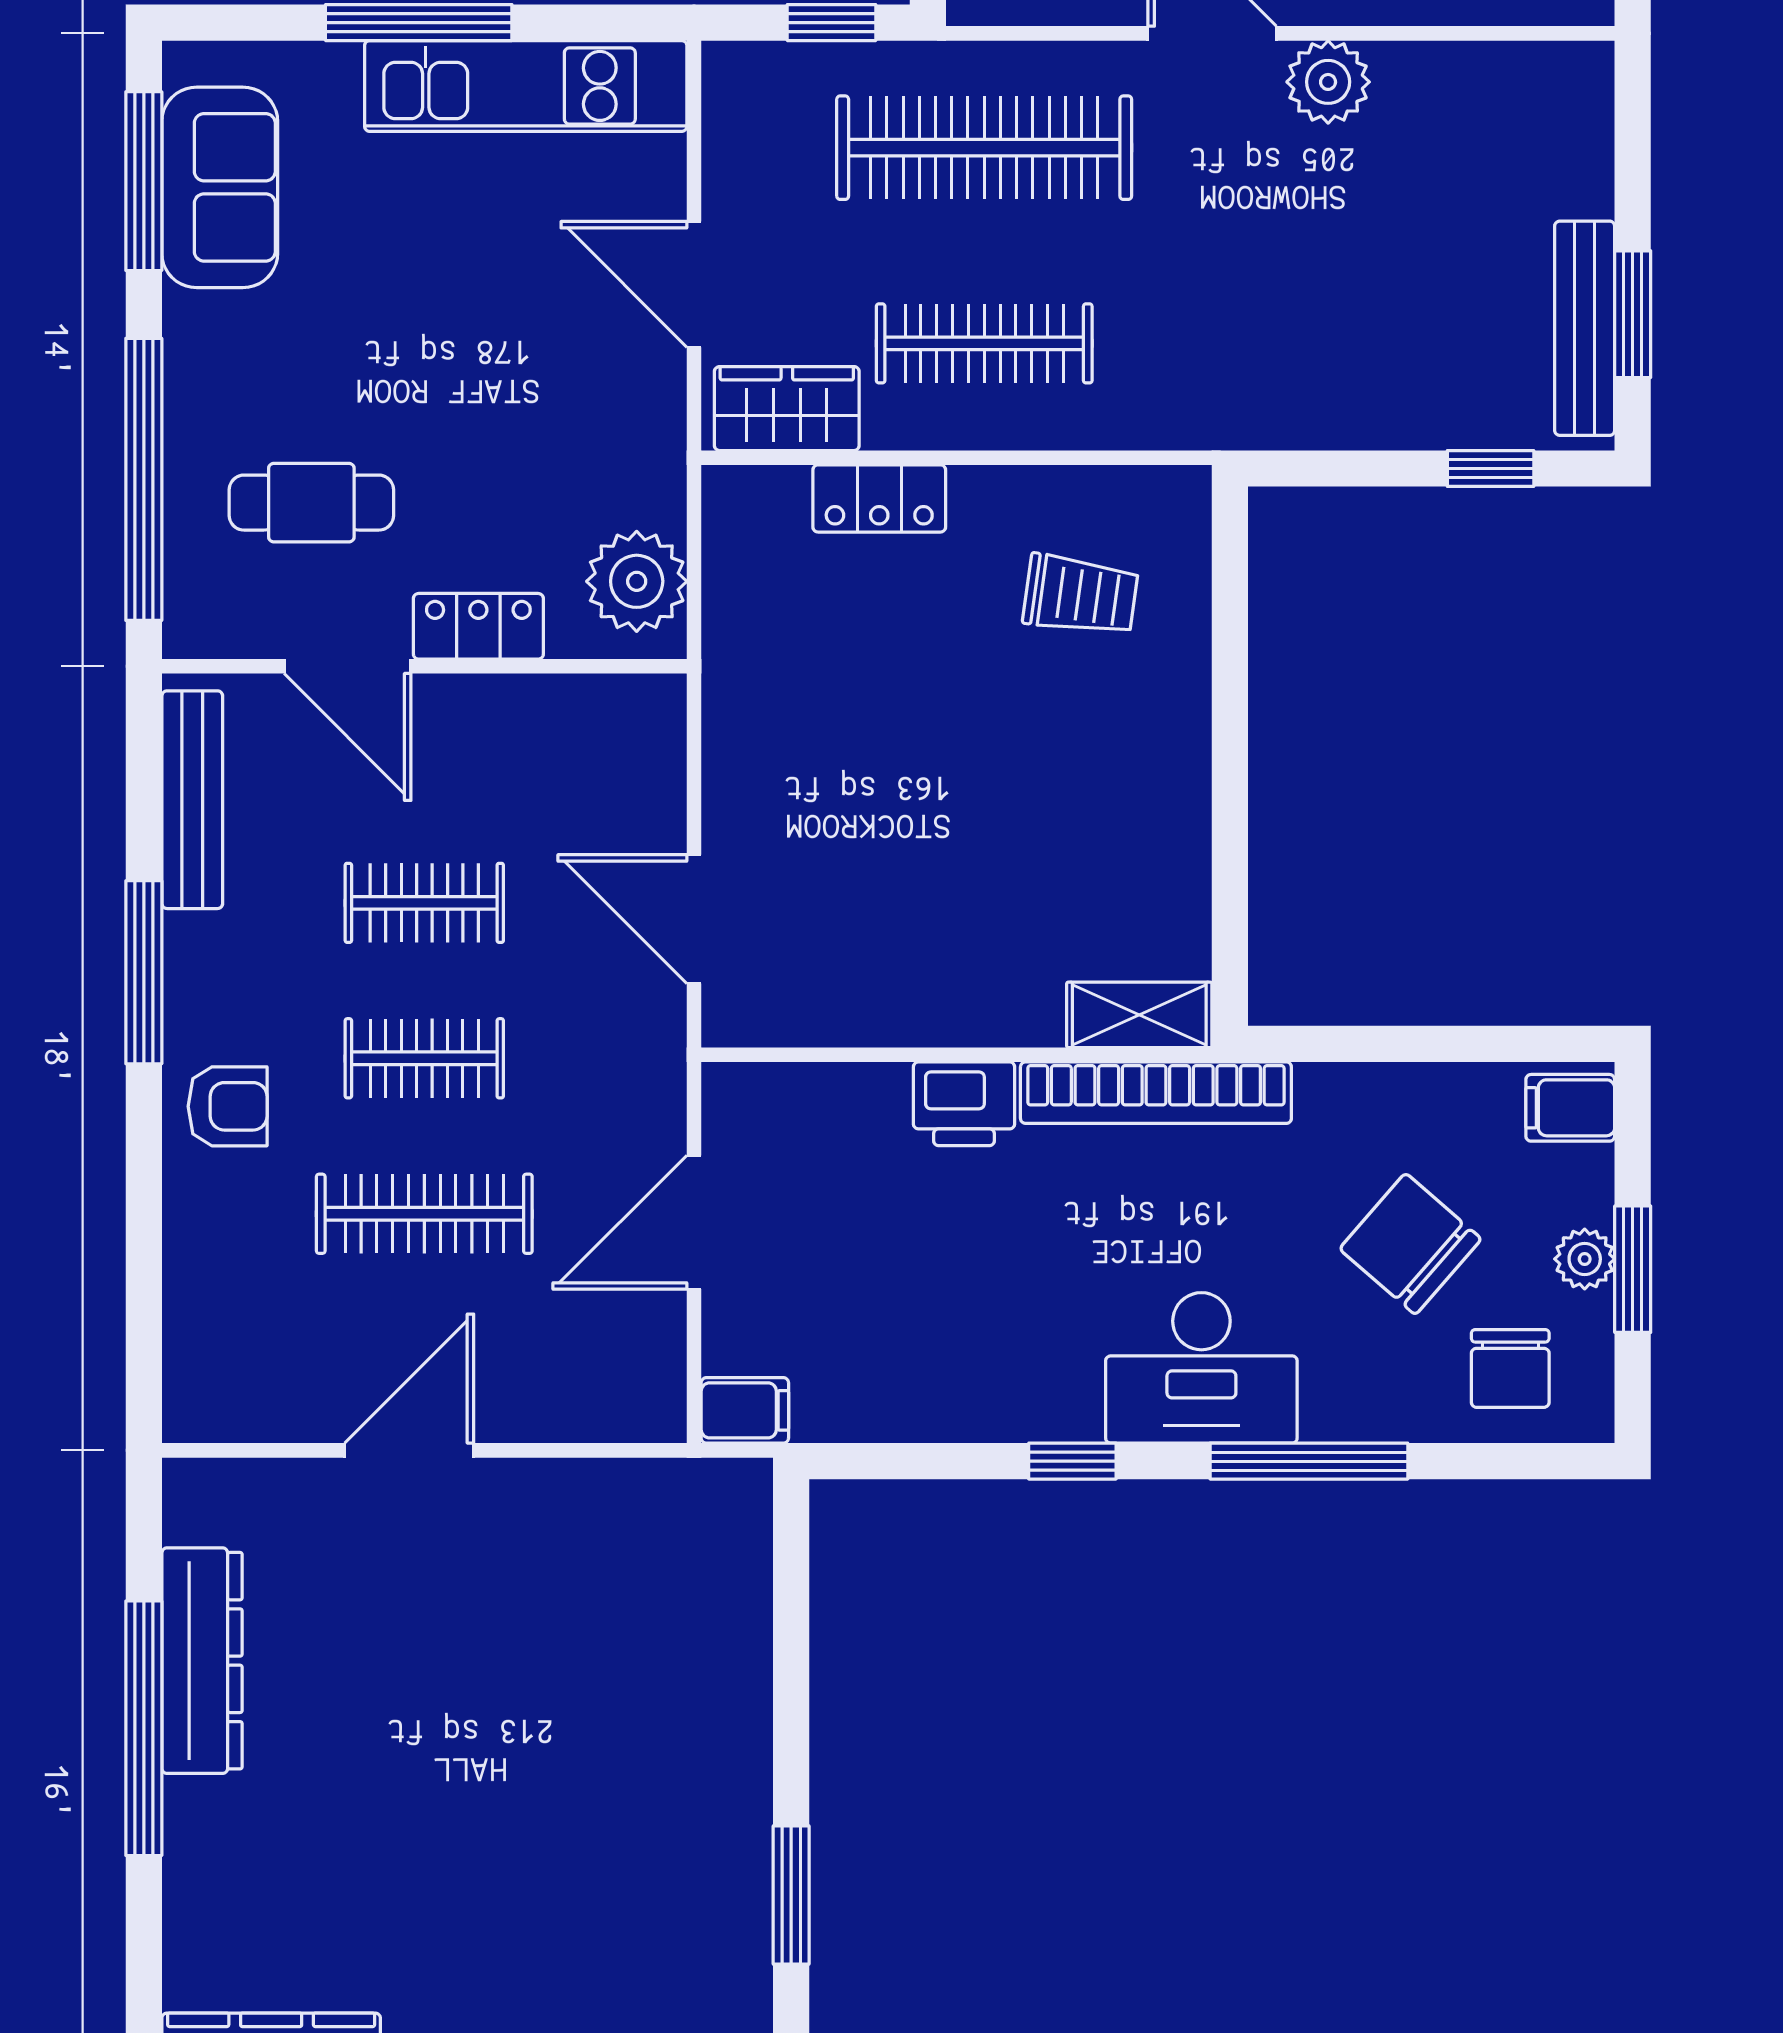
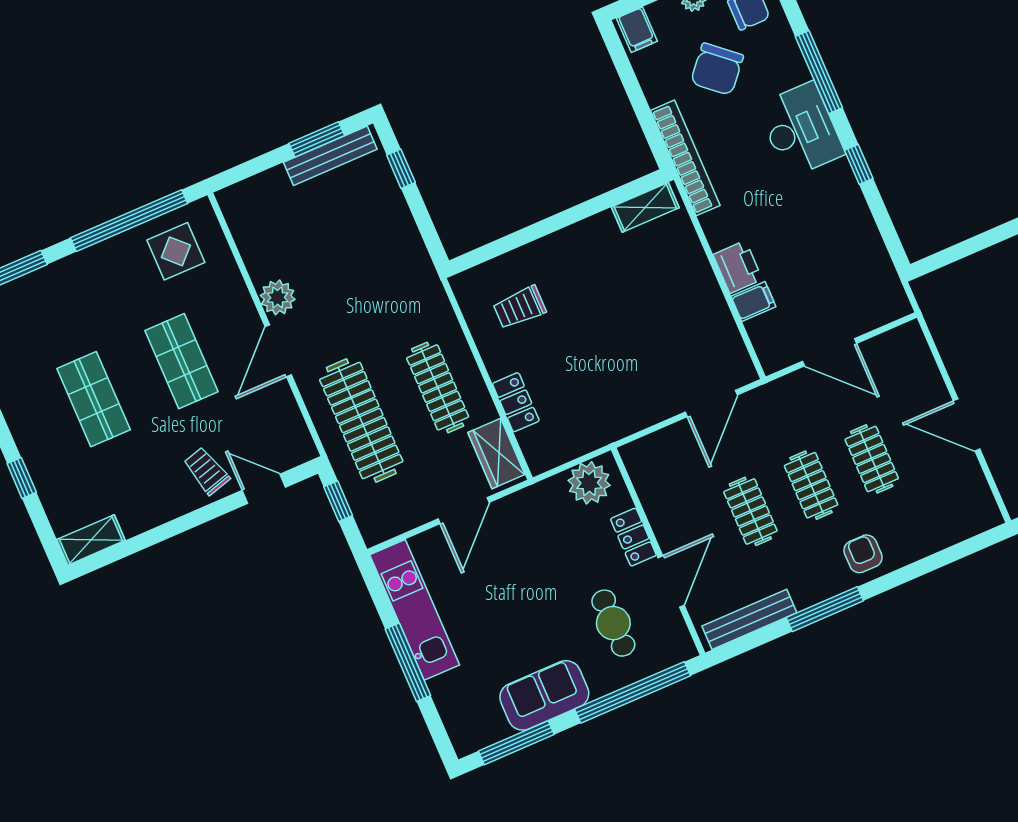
sofa: (220, 187) -> (544, 695), moved
trolley: (1080, 595) -> (520, 307), turned -98
shelving: (1139, 1015) -> (645, 207), moved, turned 90
bookcase: (1156, 1093) -> (685, 158), moved
clothes rail: (424, 1214) -> (872, 459), width x0.73
filing cabinet: (745, 1410) -> (753, 301), moved, turned 90

